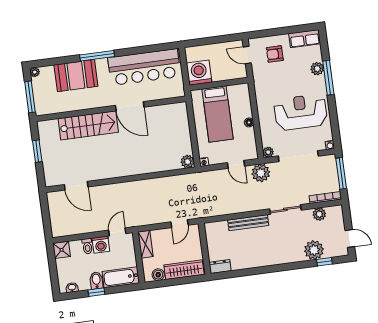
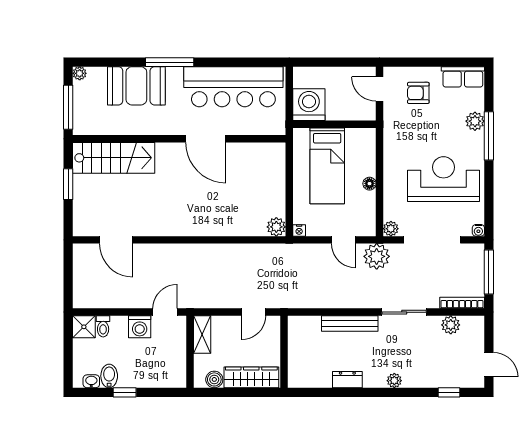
stairs: (88, 125) -> (114, 158), moved
toilet: (87, 246) -> (103, 326), moved
plant: (314, 250) -> (394, 381), moved, width x0.53, depth x0.53
dresser: (220, 266) -> (347, 380), moved
bathtub: (121, 277) -> (161, 376), removed
bidet: (96, 280) -> (109, 376), moved

